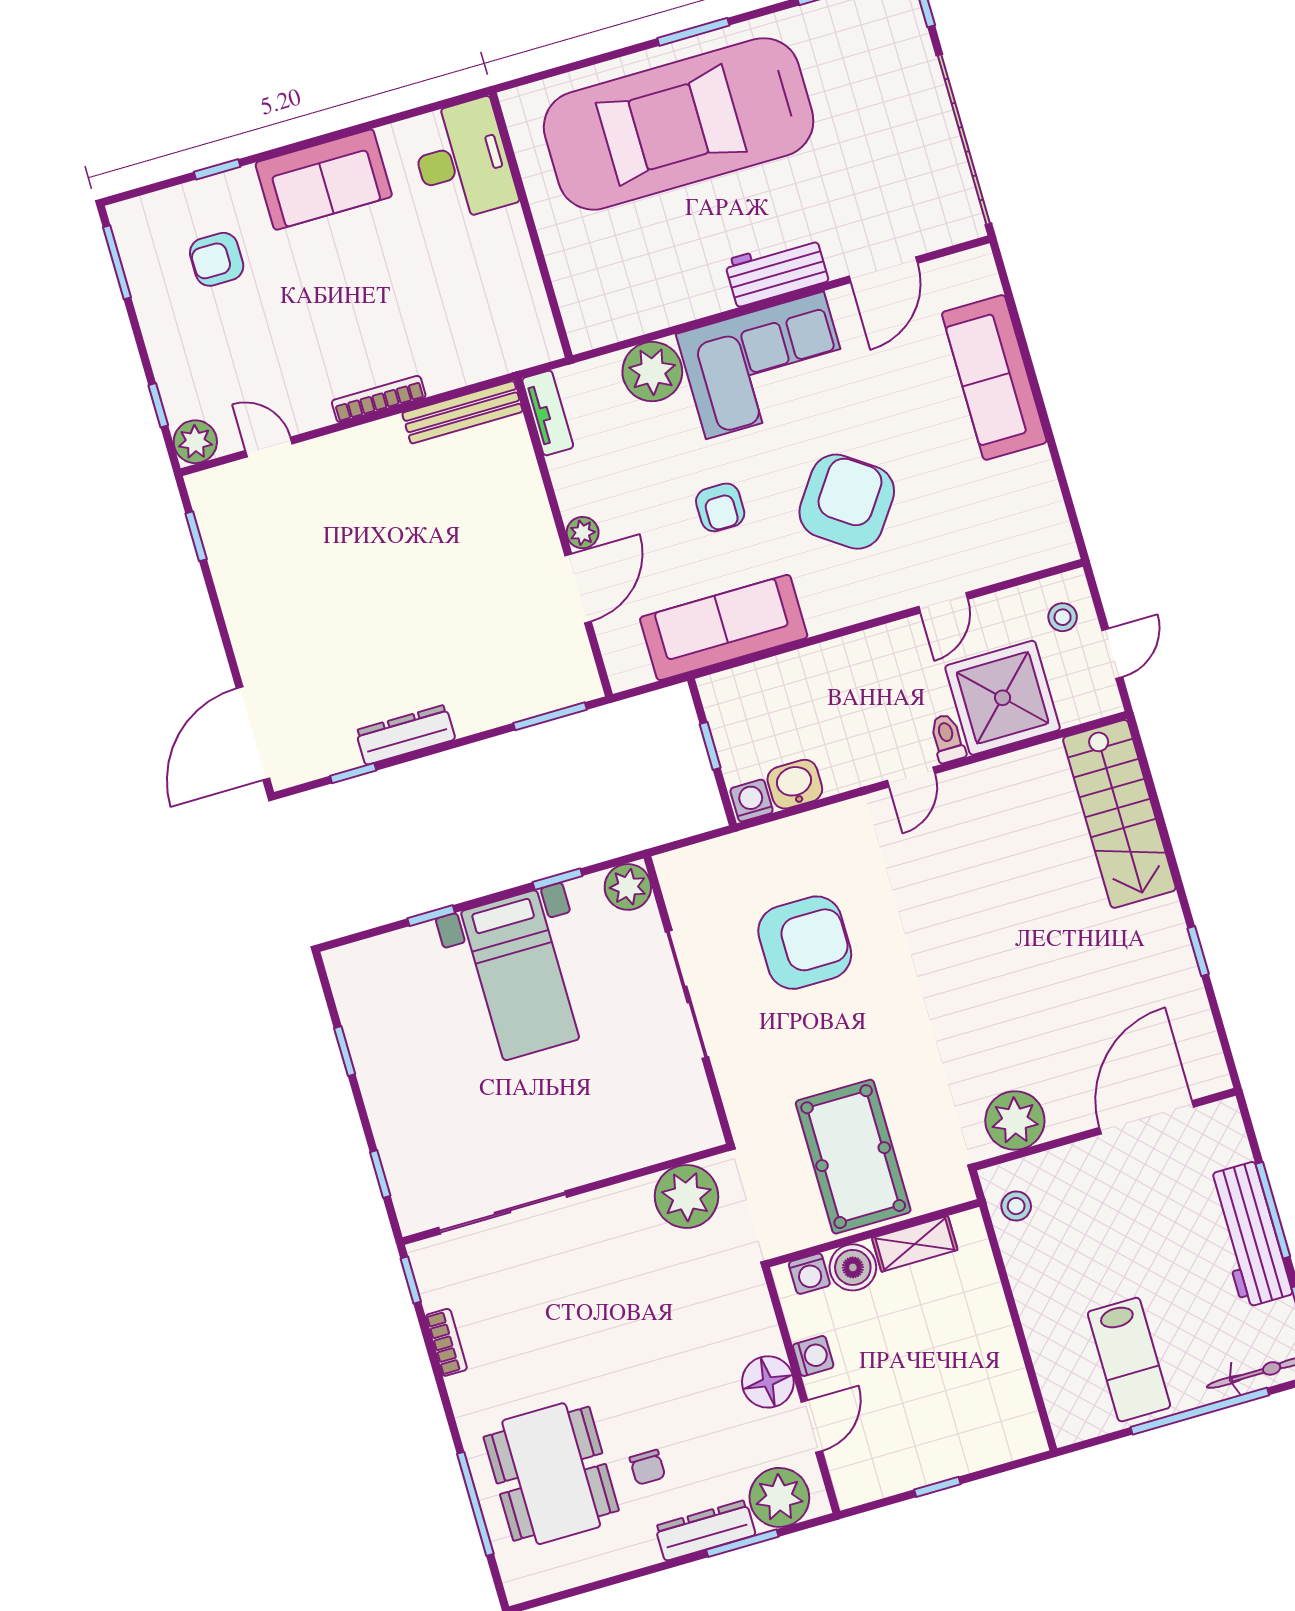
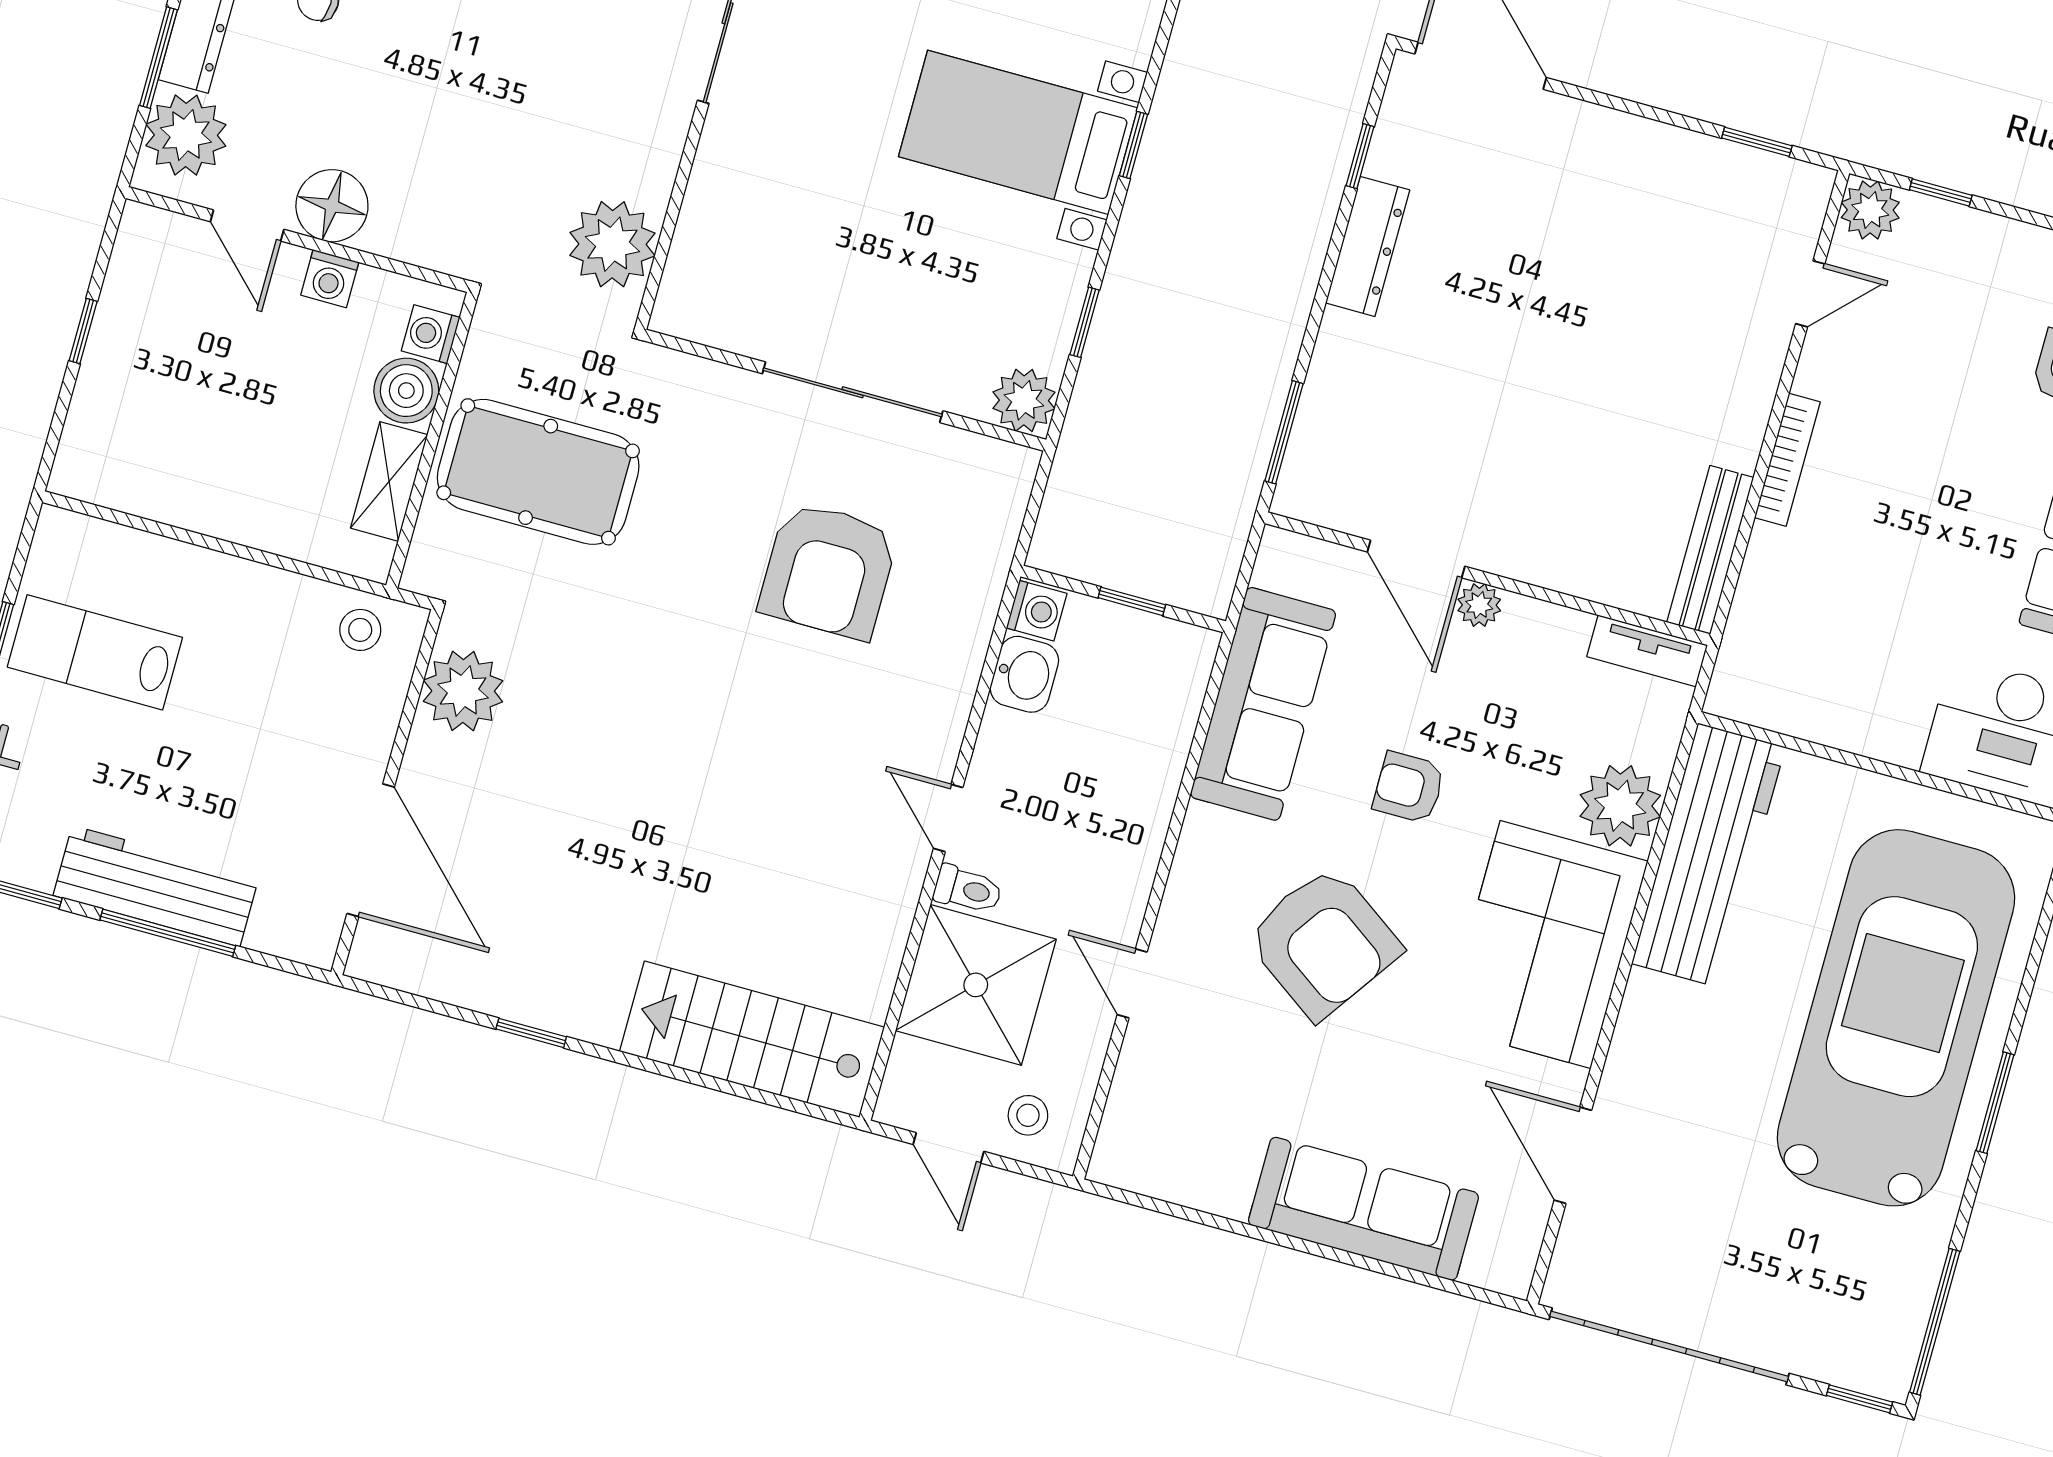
workbench: (776, 271) -> (1708, 855), moved, width x1.88, depth x1.32
bed with nightstands: (520, 975) -> (1018, 132), moved

